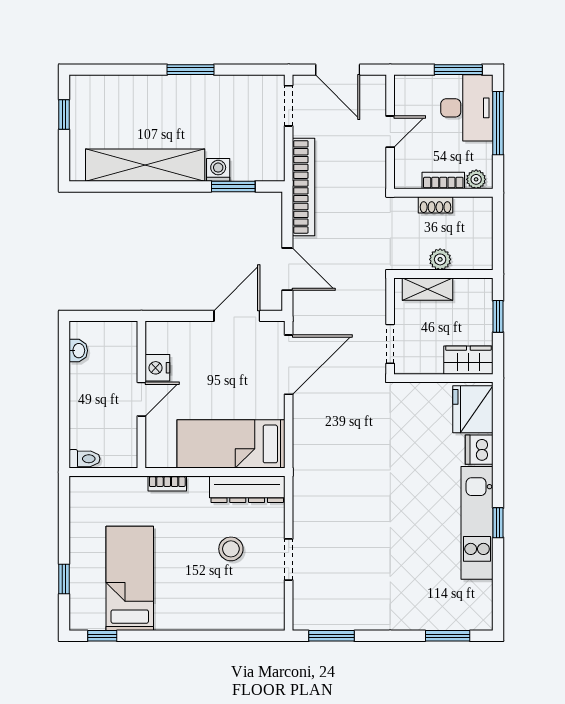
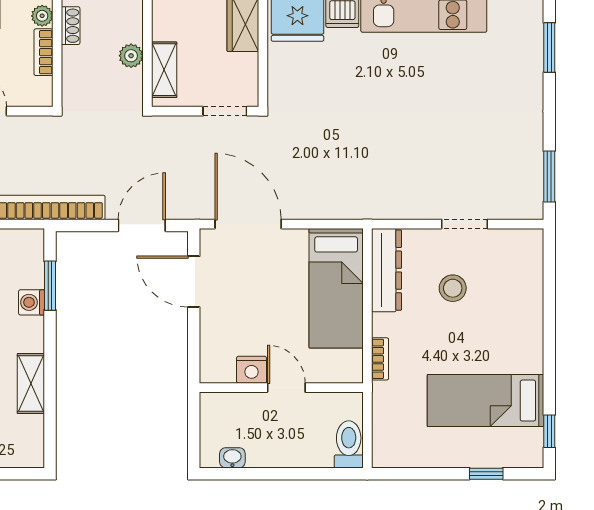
shelving: (145, 165) -> (31, 384), width x0.45, depth x0.75
shoe rack: (436, 205) -> (71, 26), moved
toilet: (84, 459) -> (349, 444), width x1.37, depth x1.39

